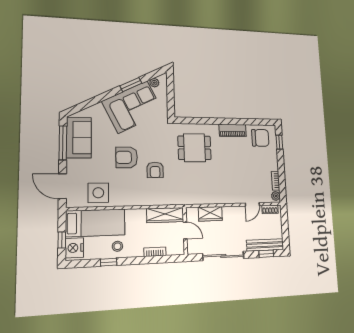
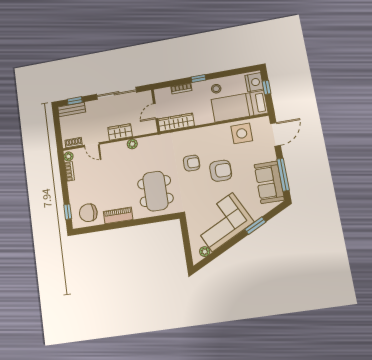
window: (131, 85) -> (255, 226), moved
dining table: (194, 148) -> (155, 191), width x1.38
armchair: (155, 170) -> (192, 163), turned 90
door: (62, 186) -> (275, 134), hinge flipped
plant: (212, 199) -> (132, 144), added
door: (252, 204) -> (92, 145), swing flipped
wardrobe: (210, 214) -> (120, 132), moved
door: (185, 230) -> (156, 111), hinge flipped
bench: (265, 245) -> (72, 109), width x0.73
window: (109, 262) -> (198, 78), moved

